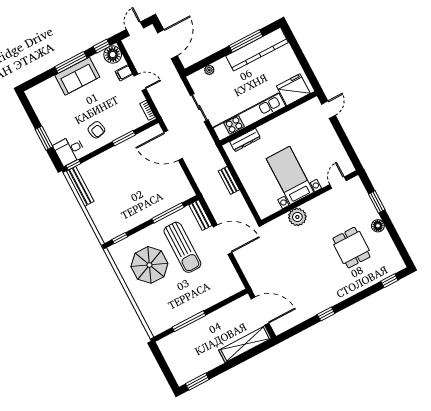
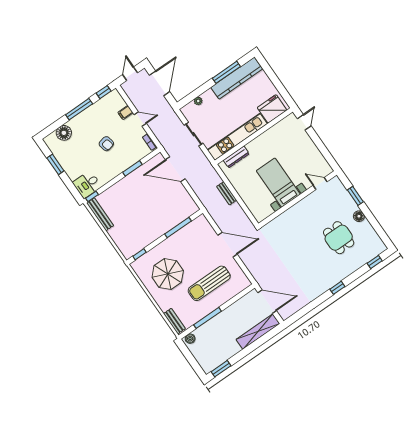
floor lamp: (113, 55) -> (64, 133), moved
sofa: (77, 76) -> (86, 120), removed
armchair: (96, 130) -> (106, 144), moved
window: (44, 138) -> (55, 164), moved
door: (338, 183) -> (320, 184), hinge flipped
bench: (201, 215) -> (174, 321), moved
plant: (297, 217) -> (289, 217), removed
sun lounger: (182, 247) -> (209, 283), moved, turned 90
window: (326, 314) -> (337, 288), moved
boiler: (166, 343) -> (190, 339), added

